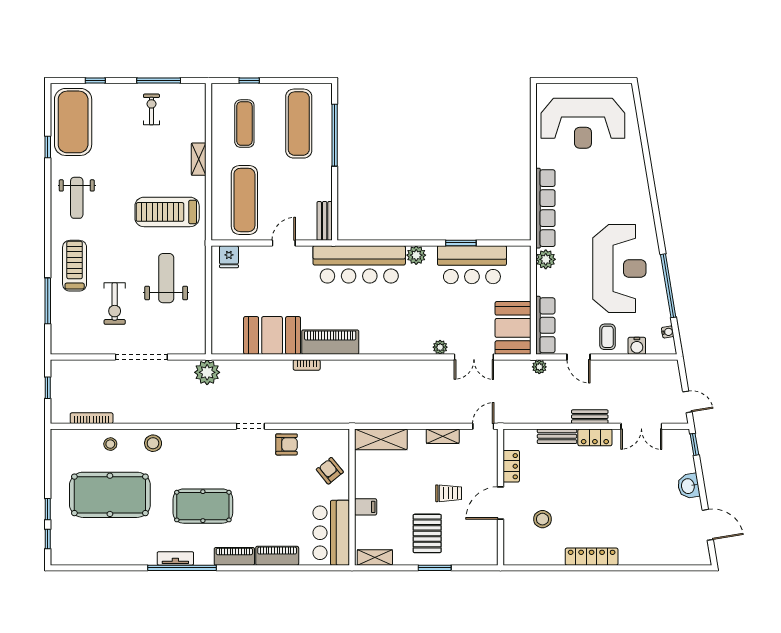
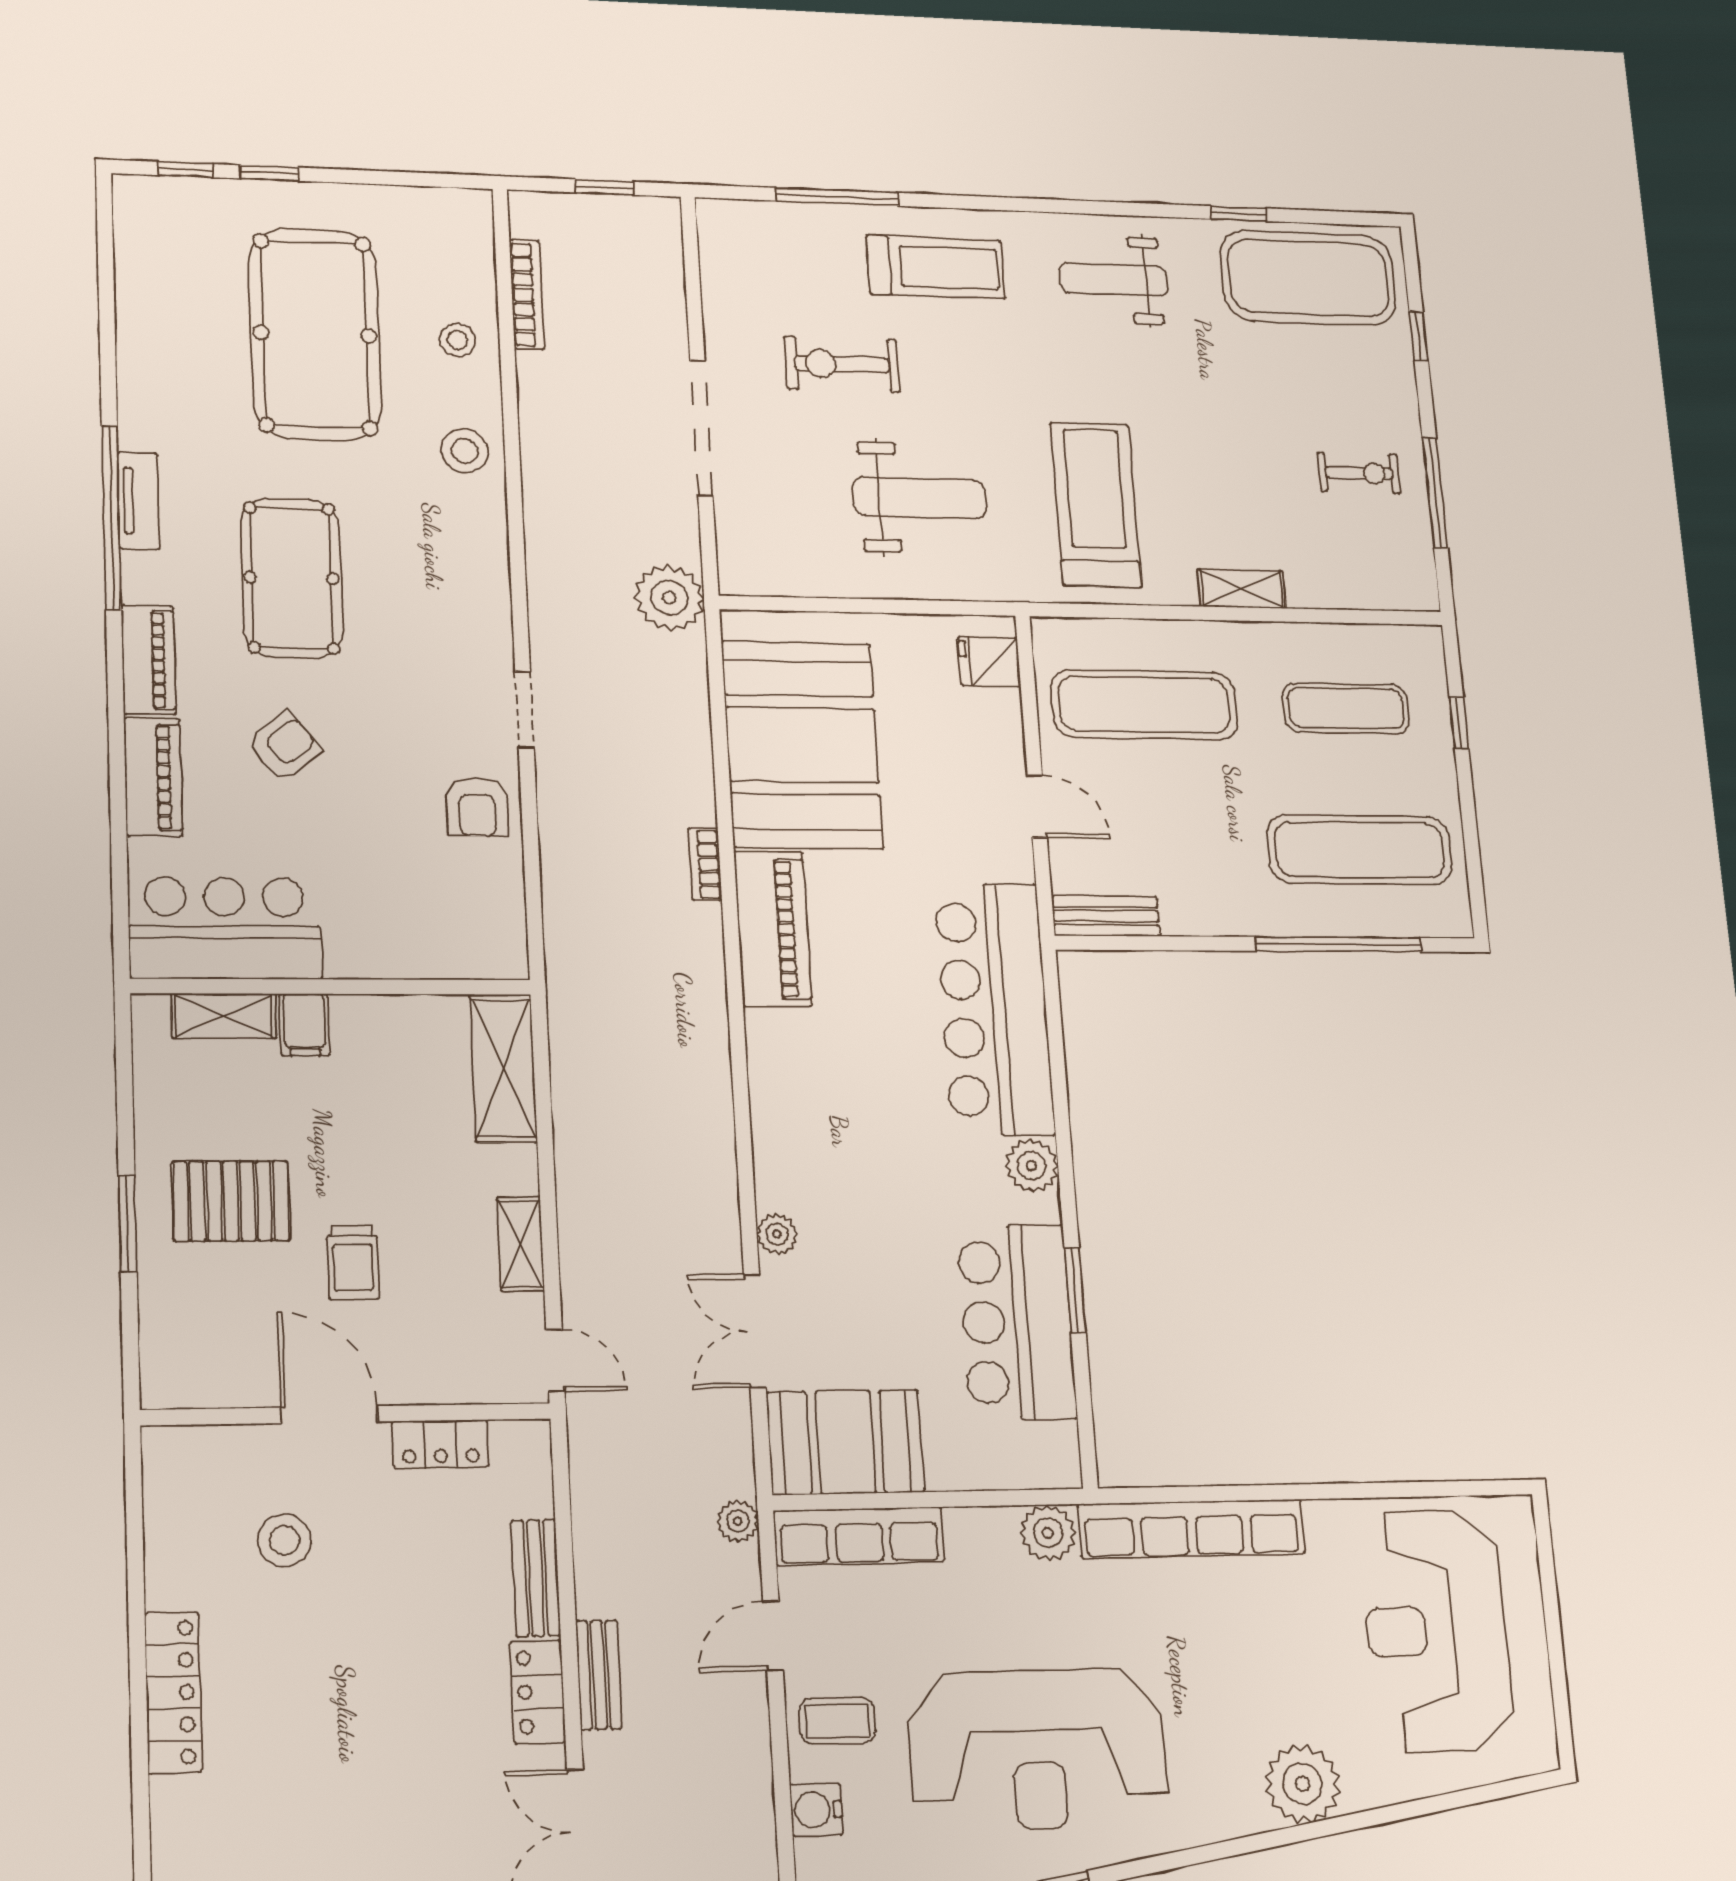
plant: (634, 176) -> (1303, 1784), added
booth: (272, 335) -> (802, 745), width x1.36, depth x1.42
armchair: (330, 471) -> (284, 746), moved
shelving: (375, 557) -> (224, 1016), moved, turned 90

